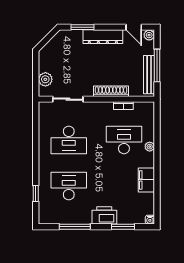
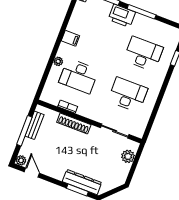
dresser: (103, 37) -> (82, 182), moved
bench: (149, 75) -> (34, 125), width x0.73
filing cabinet: (146, 180) -> (70, 38), width x0.50
desk: (69, 186) -> (143, 54), turned 180
window: (75, 227) -> (142, 12), moved

